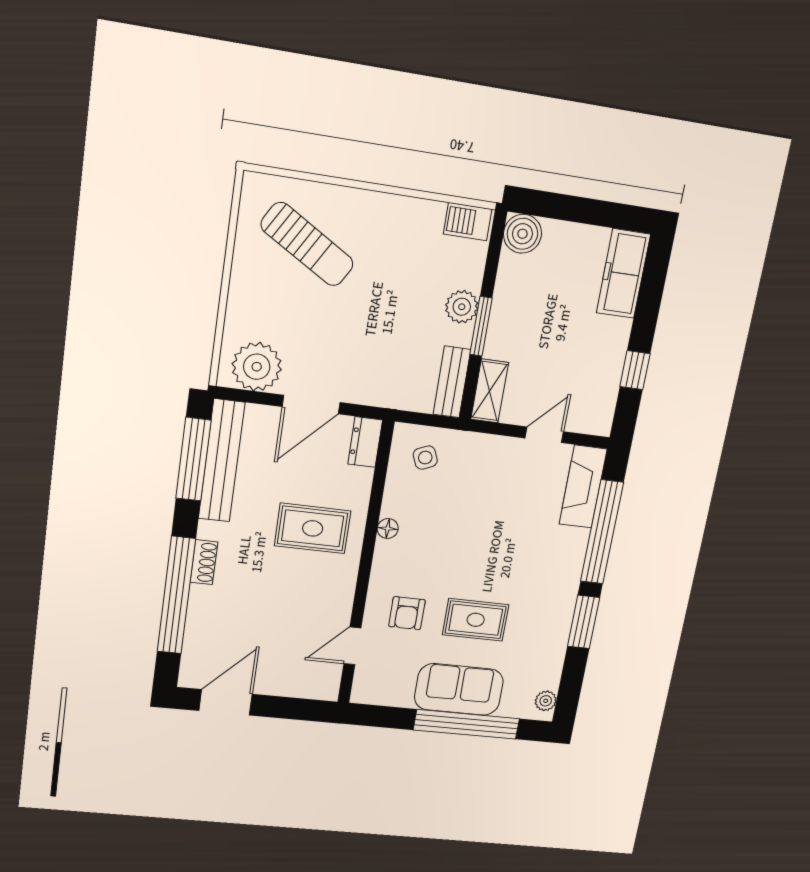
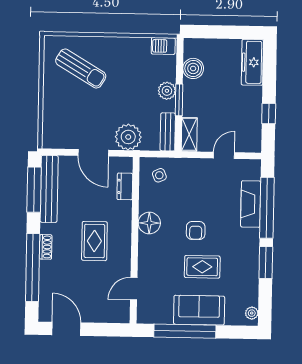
boiler: (523, 234) -> (193, 68), moved
plant: (257, 367) -> (128, 137), moved
door: (311, 405) -> (93, 153), hinge flipped
dresser: (365, 442) -> (125, 186), moved
fireplace: (583, 487) -> (251, 204), moved
rug: (313, 528) -> (94, 241), moved, turned 90
floor lamp: (388, 529) -> (149, 223), width x1.89, depth x1.89
armchair: (407, 613) -> (196, 230), moved
door: (226, 702) -> (66, 329), hinge flipped
window: (466, 724) -> (185, 331), moved

